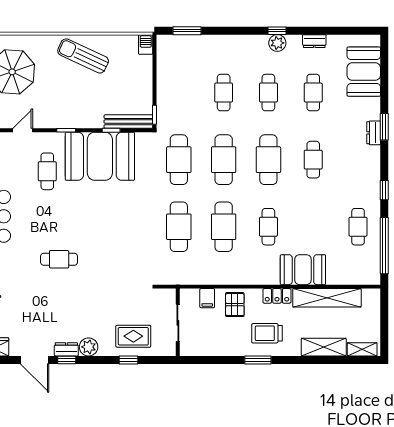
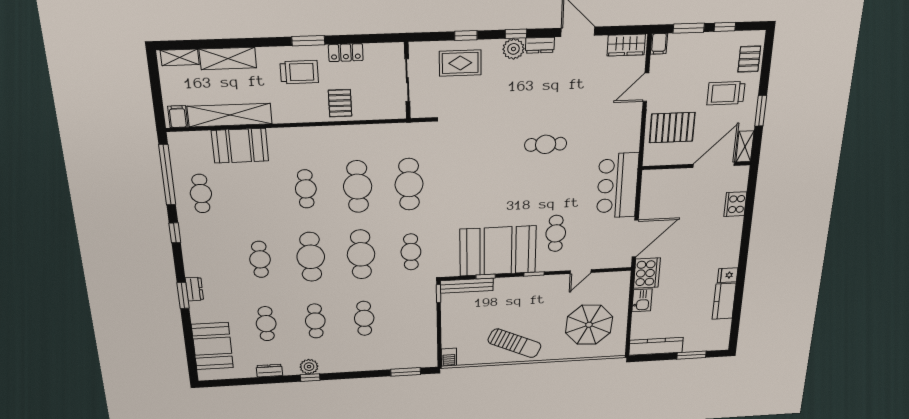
cafe table: (179, 160) -> (411, 252), width x0.73, depth x0.74
booth: (303, 270) -> (240, 146), moved
locker: (277, 296) -> (346, 53), moved, turned 180
filing cabinet: (207, 298) -> (178, 117), moved
window: (67, 360) -> (516, 34), moved

